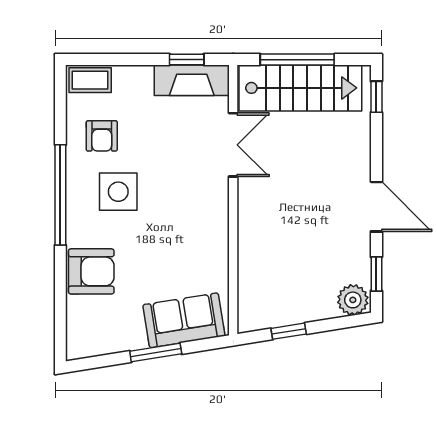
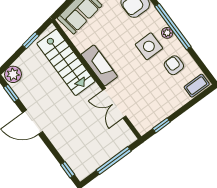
fireplace: (192, 80) -> (99, 65), moved, turned 90
stairs: (300, 88) -> (66, 62), moved, turned -90
plant: (76, 192) -> (167, 33), added

